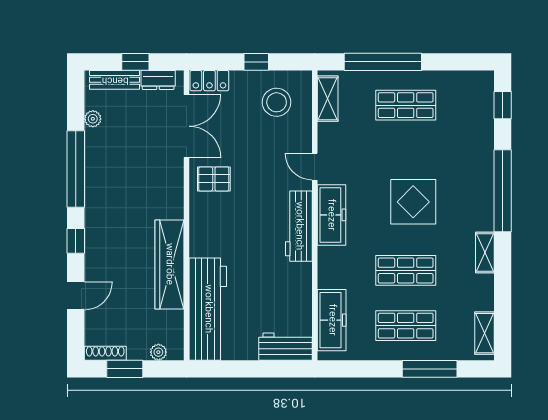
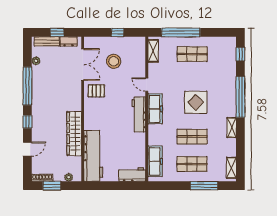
locker: (209, 81) -> (94, 42), removed
stool: (277, 102) -> (114, 61), moved

